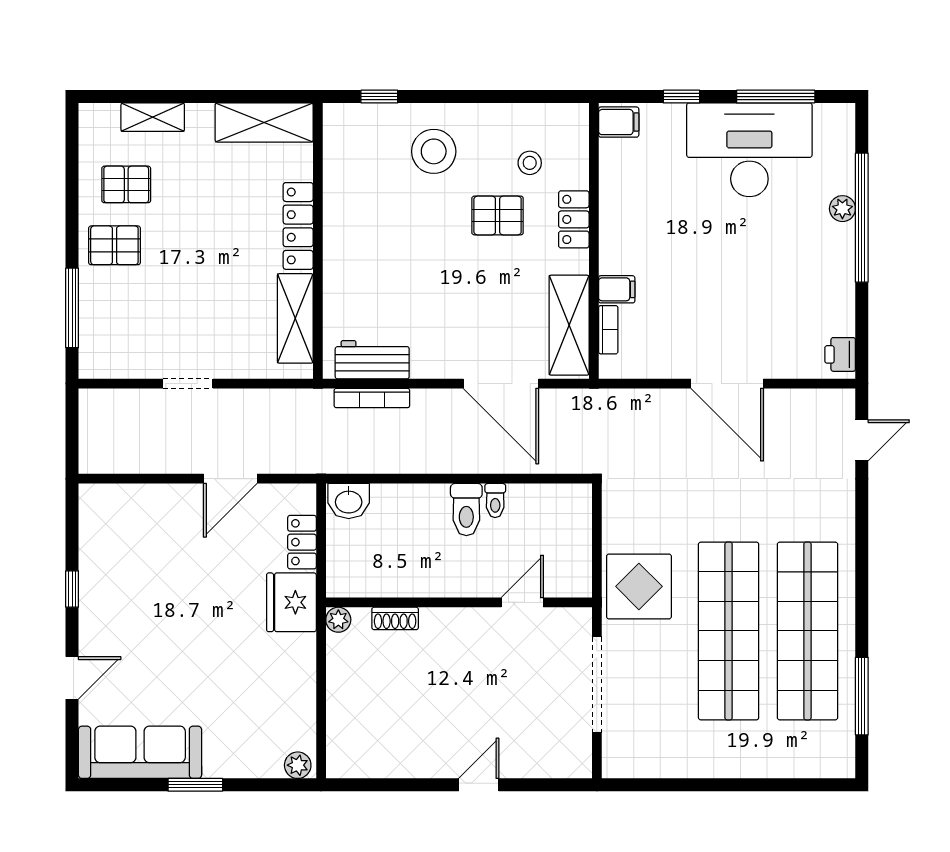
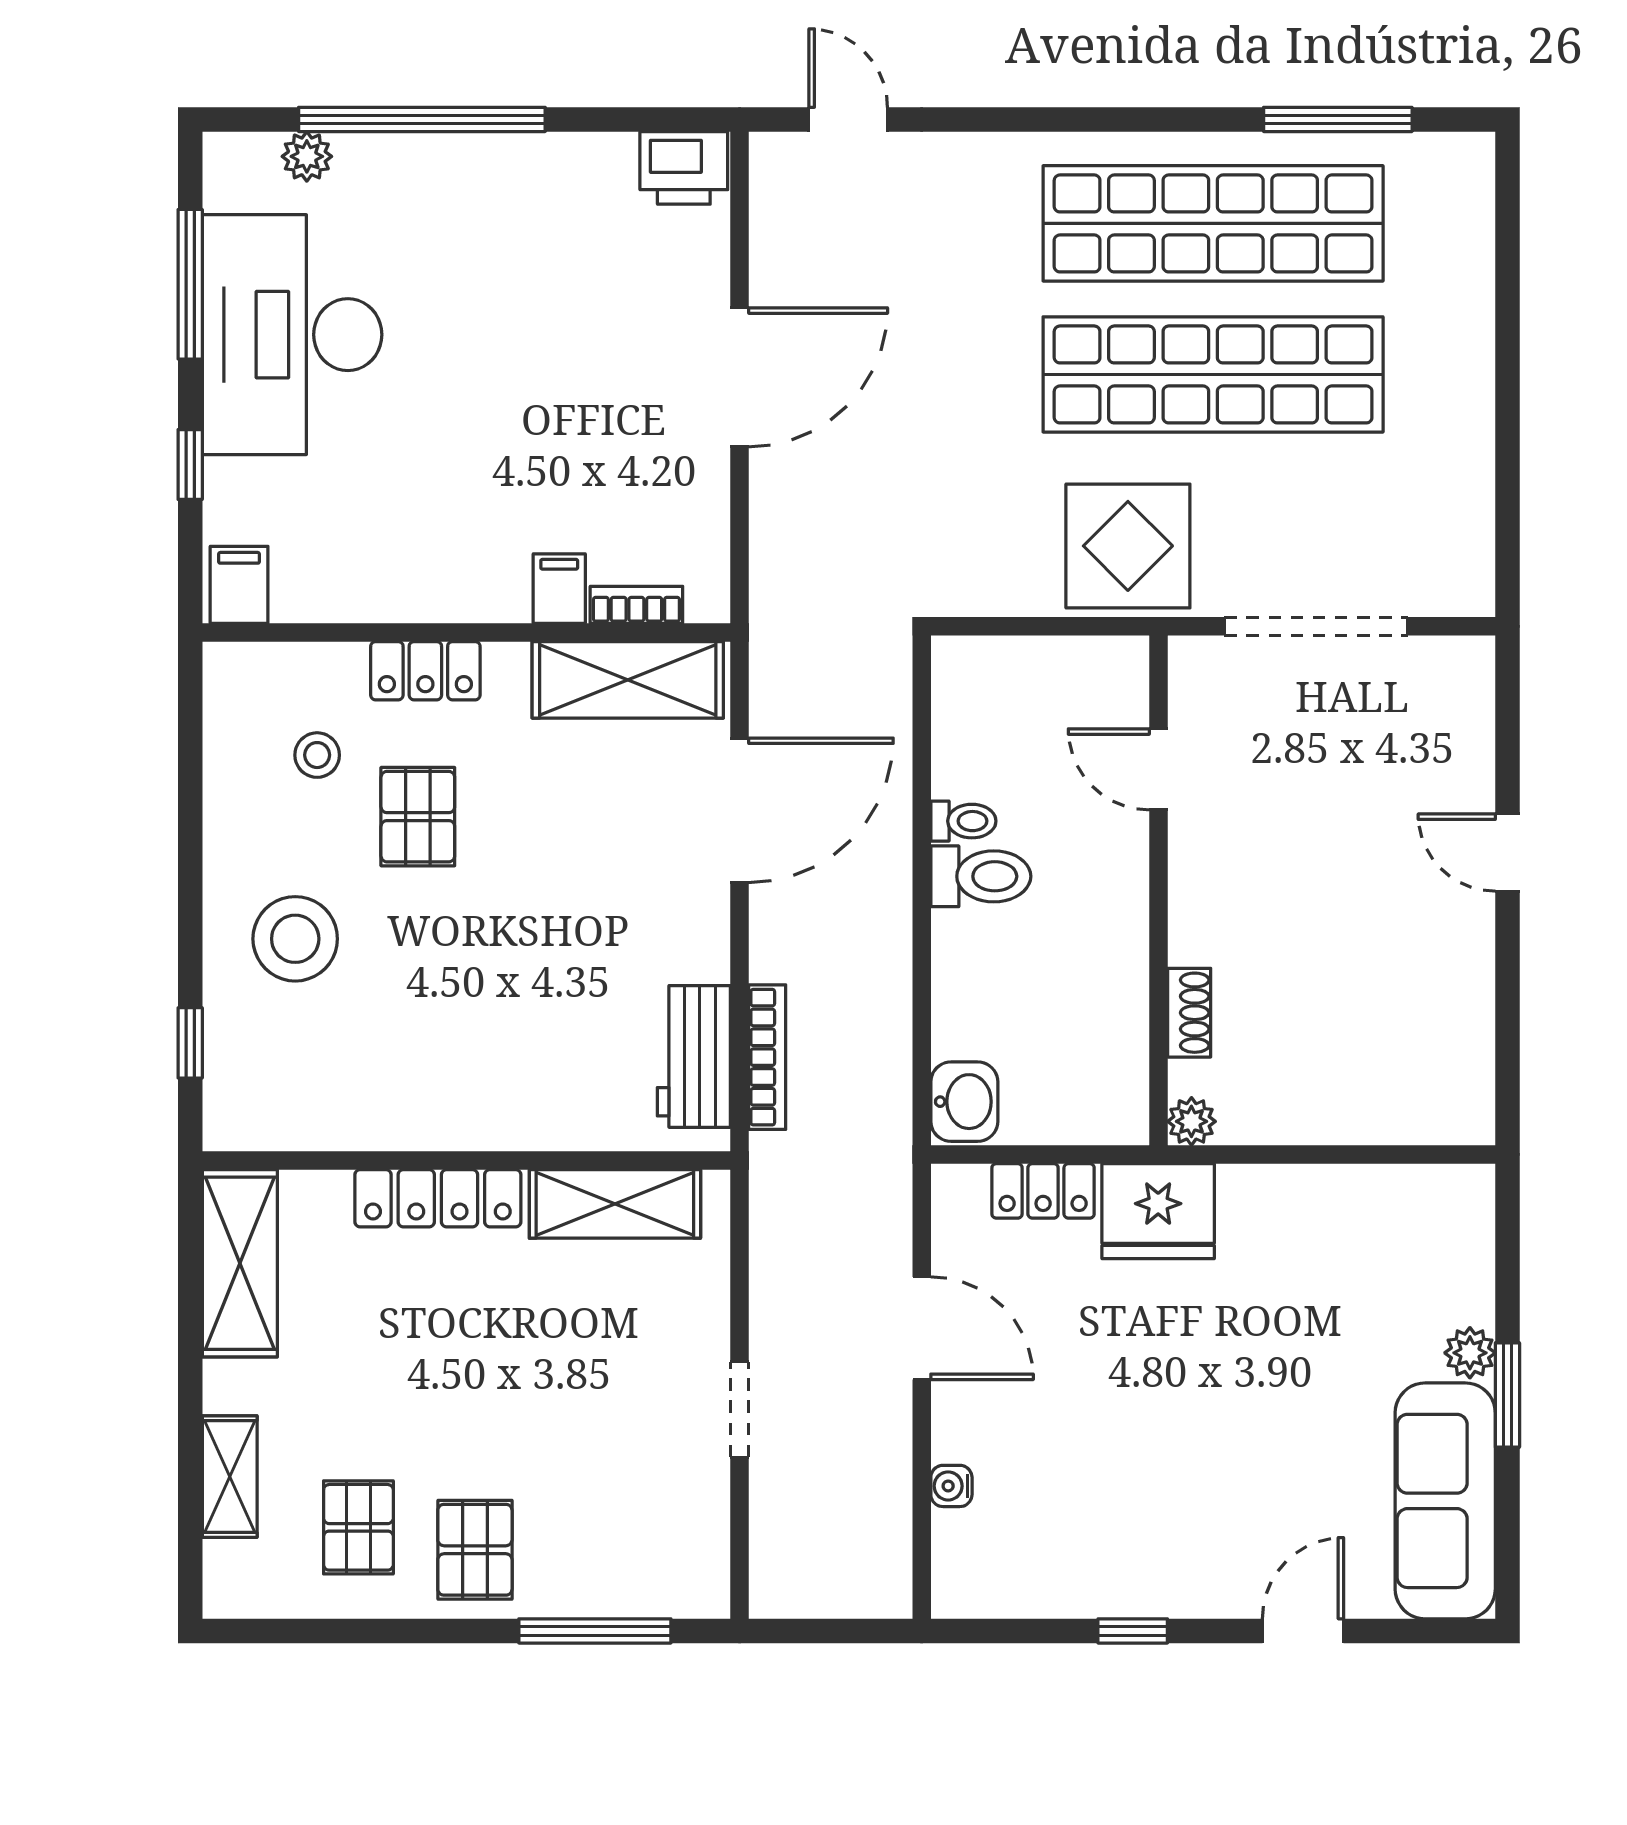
plant: (842, 209) -> (307, 156), moved
printer: (840, 354) -> (684, 168), width x1.36, depth x1.24
water cooler: (148, 494) -> (951, 1486), added
door: (72, 678) -> (1303, 1631), hinge flipped
plant: (298, 765) -> (1470, 1353), moved

